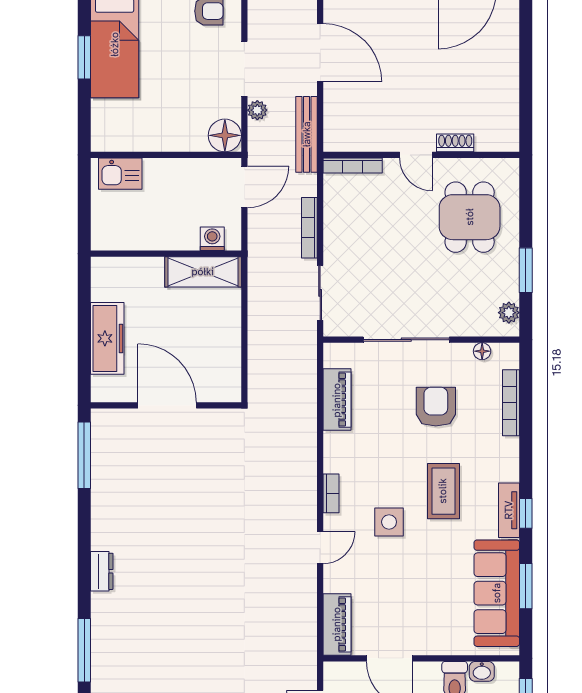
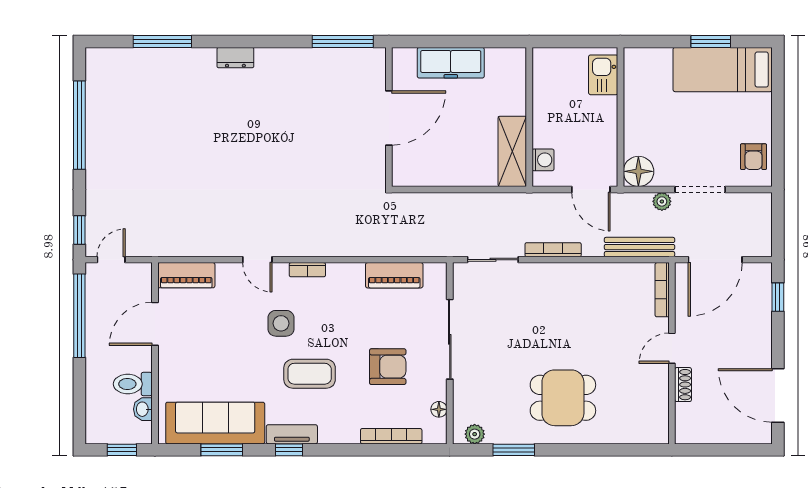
shoe rack: (455, 143) -> (683, 385), moved
door: (416, 155) -> (672, 348), moved
wall: (421, 155) -> (672, 353), moved
bookcase: (353, 166) -> (662, 290), moved

